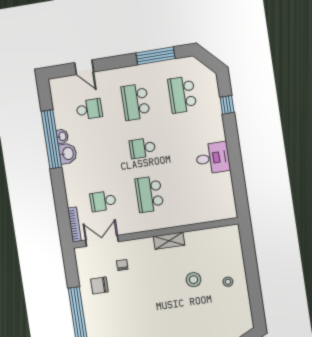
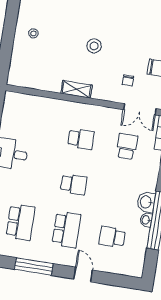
door: (84, 67) -> (83, 275), moved
school desk: (149, 194) -> (81, 139), width x0.54
school desk: (103, 201) -> (127, 146), turned -90
stool: (194, 280) -> (94, 46), moved

